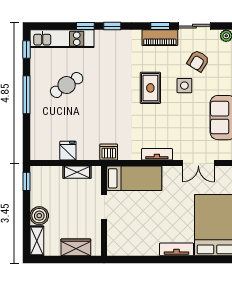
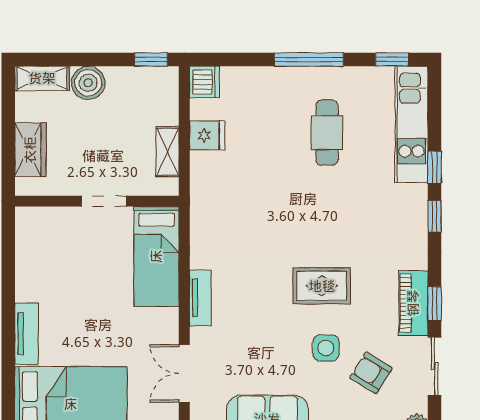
cafe table: (67, 85) -> (327, 133), turned 33
dishwasher: (109, 152) -> (204, 82), moved

